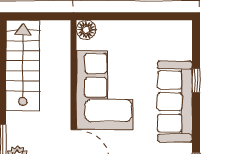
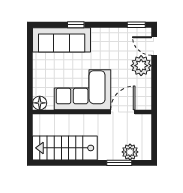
sofa: (175, 102) -> (62, 40), moved

